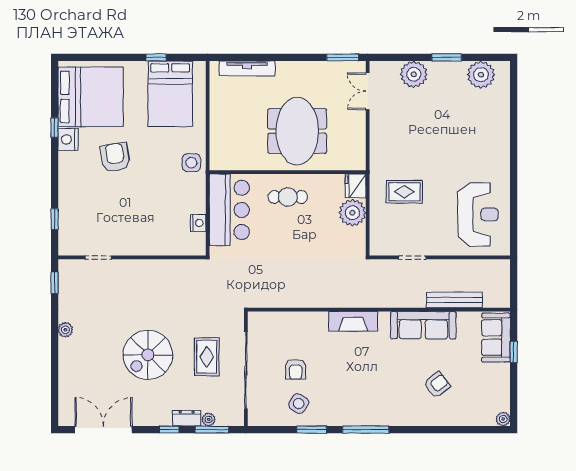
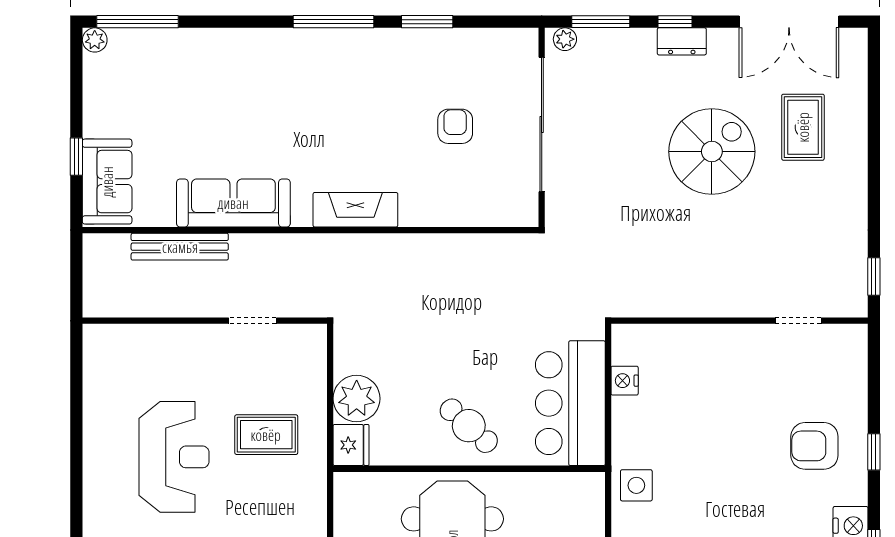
armchair: (115, 157) -> (814, 446), moved, turned 99
cafe table: (288, 197) -> (469, 426), turned 42
reception desk: (478, 214) -> (174, 457), moved, turned 180
window: (55, 219) -> (874, 452), moved
plant: (65, 330) -> (855, 195), removed
rug: (207, 357) -> (803, 127), moved
armchair: (437, 385) -> (210, 99), removed
side table: (299, 404) -> (450, 67), removed
dresser: (187, 418) -> (682, 41), moved
plant: (209, 419) -> (565, 39), moved
window: (478, 430) -> (138, 22), added

